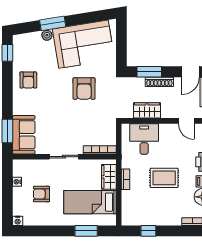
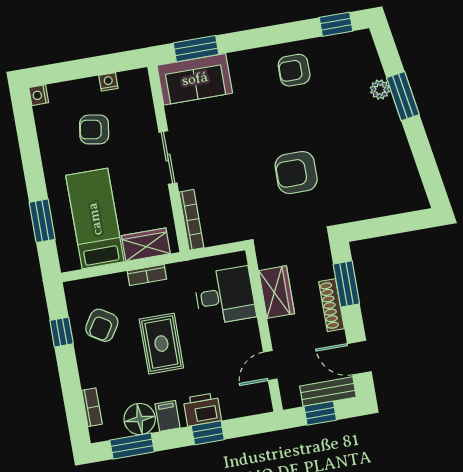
corner sofa: (84, 44) -> (375, 158), removed
armchair: (42, 194) -> (94, 129), turned -81
armchair: (149, 208) -> (102, 325), added

